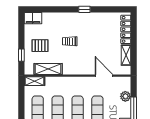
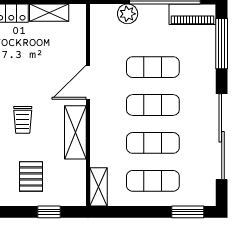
shelving: (48, 69) -> (75, 132), moved
door: (104, 76) -> (88, 82), moved

